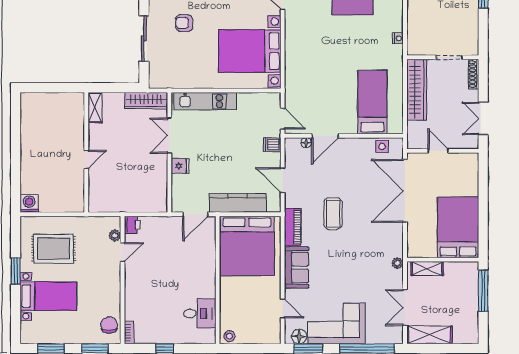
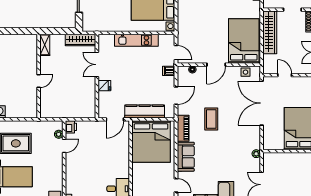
kitchen unit: (205, 101) -> (136, 40), moved
bed: (372, 102) -> (244, 41), width x1.50
door: (325, 136) -> (216, 65), moved
door: (283, 180) -> (176, 96), swing flipped
shelving: (427, 269) -> (277, 157), removed

